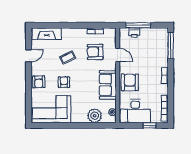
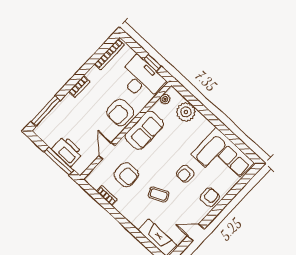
printer: (134, 33) -> (67, 151), width x1.87, depth x1.48
window: (149, 125) -> (153, 63), moved

